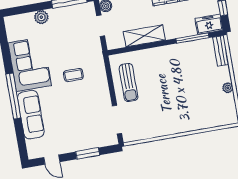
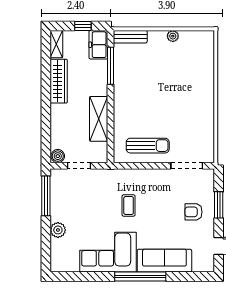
armchair: (78, 132) -> (193, 212), added

